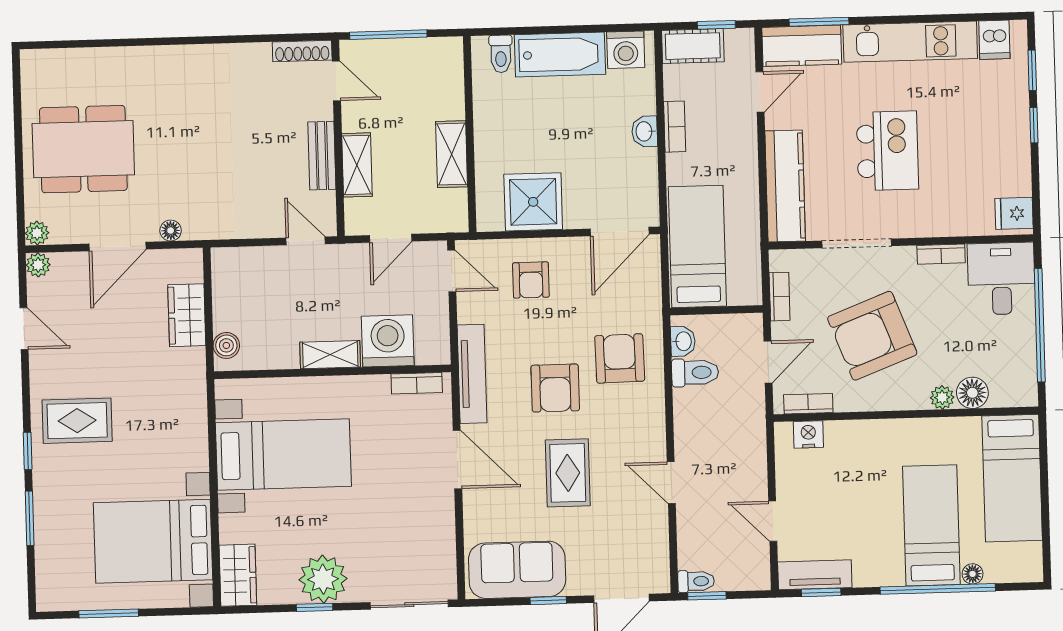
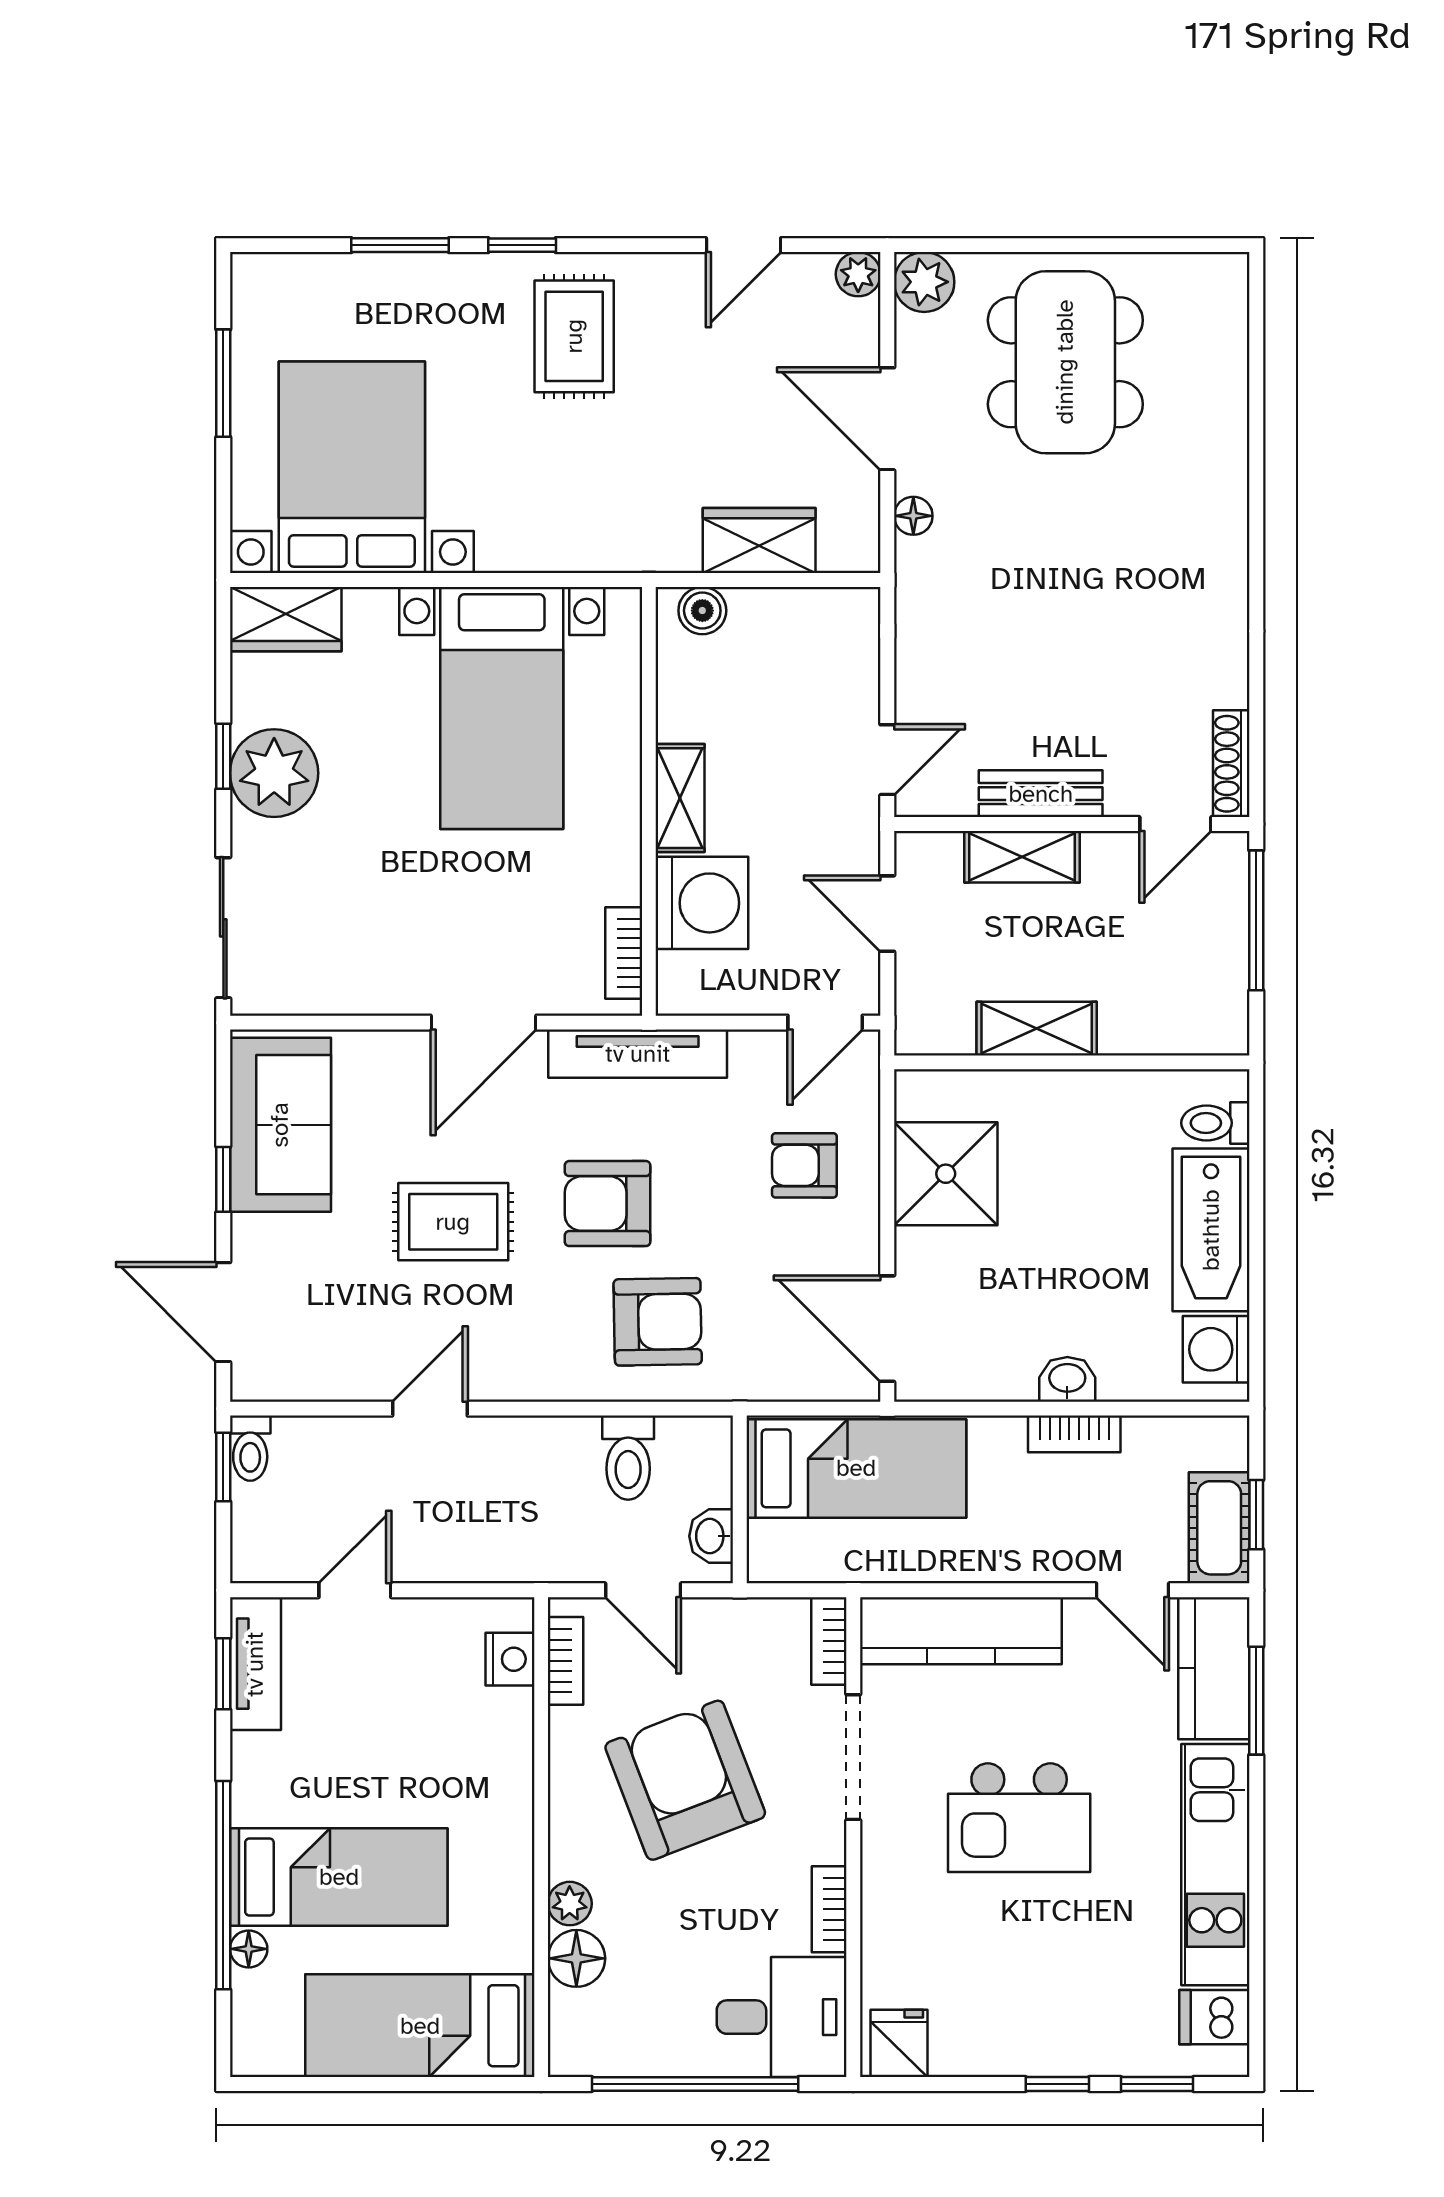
cot: (693, 46) -> (1219, 1528), moved
plant: (37, 233) -> (924, 282), width x1.38, depth x1.38
bookcase: (780, 297) -> (829, 1641), moved, turned 90
washbasin: (683, 341) -> (711, 1536), moved, turned 90

